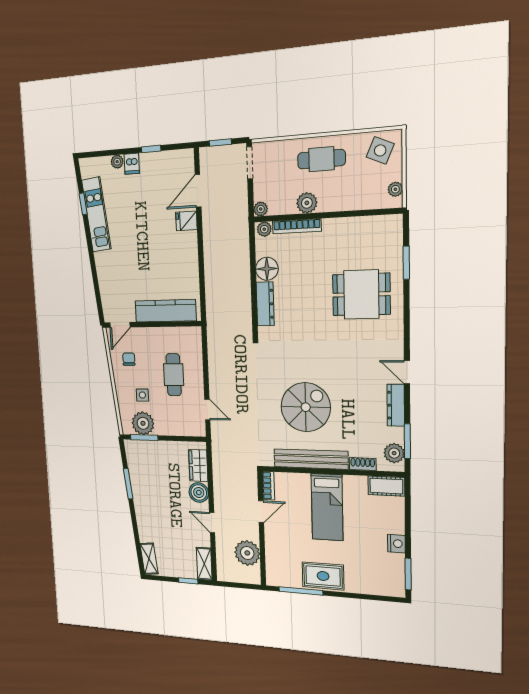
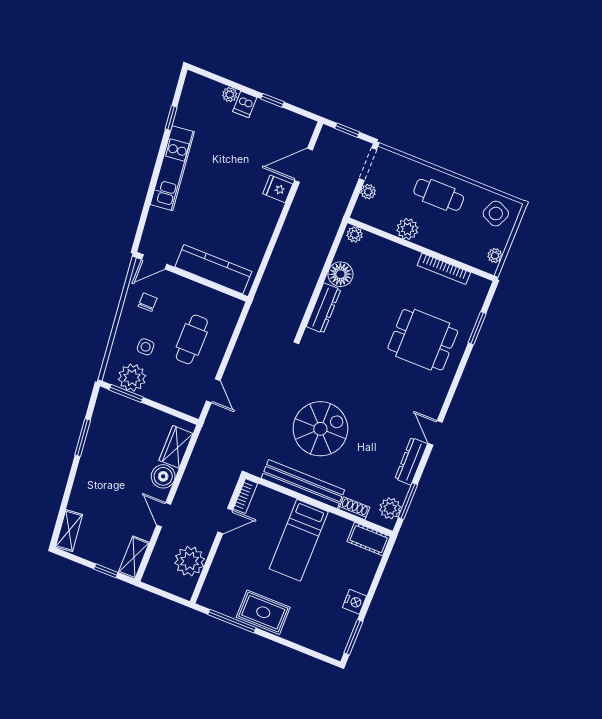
plant: (261, 209) -> (368, 192), moved
kitchen unit: (96, 214) -> (172, 168), moved
bookcase: (297, 226) -> (444, 269), moved

